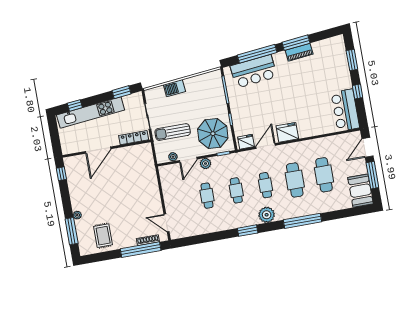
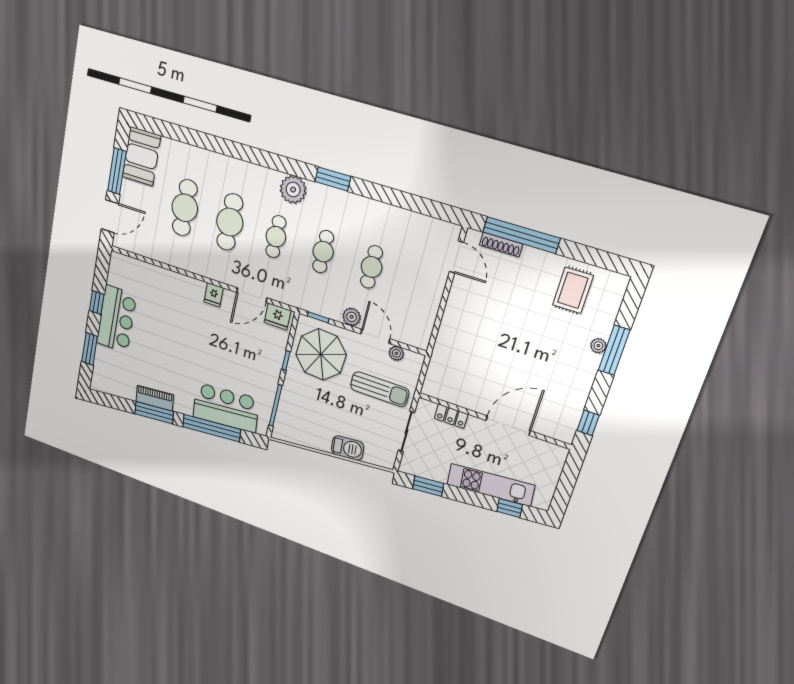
bar counter: (345, 110) -> (116, 319), moved
kitchen unit: (91, 113) -> (491, 485), width x0.73
fridge: (287, 132) -> (214, 295), width x0.53, depth x0.75
locker: (134, 138) -> (451, 416), width x0.66
door: (188, 160) -> (375, 336), hinge flipped
window: (303, 221) -> (243, 152), removed
window: (72, 231) -> (614, 350), moved

